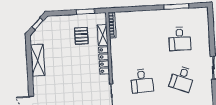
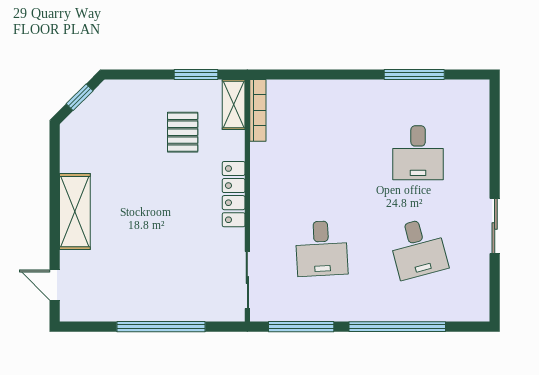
shelving: (103, 35) -> (234, 105), moved
shelving: (38, 60) -> (75, 212), moved
desk: (182, 79) -> (418, 248), turned -36

